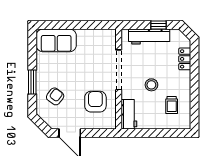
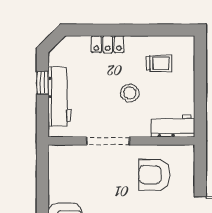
locker: (185, 59) -> (108, 44), moved
doorway: (119, 70) -> (108, 141), width x0.73

